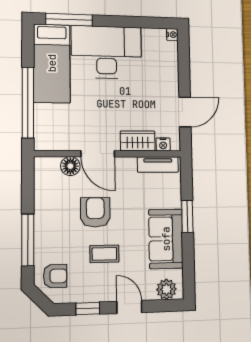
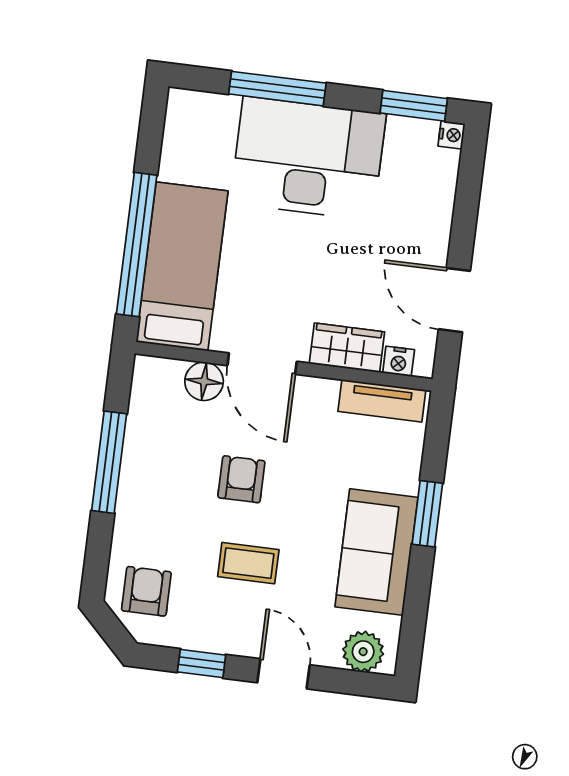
window: (69, 20) -> (277, 89), moved
window: (153, 23) -> (414, 106), added
bed: (52, 63) -> (182, 266), moved, turned 180
door: (185, 112) -> (454, 300), swing flipped
armchair: (95, 212) -> (241, 479), width x0.72, depth x0.72
window: (28, 240) -> (109, 462), moved
armchair: (55, 276) -> (146, 591), turned -90

